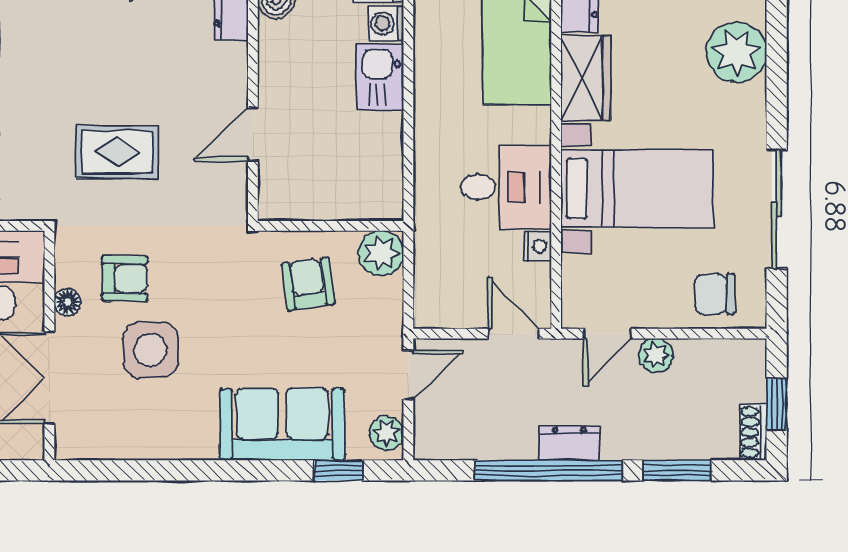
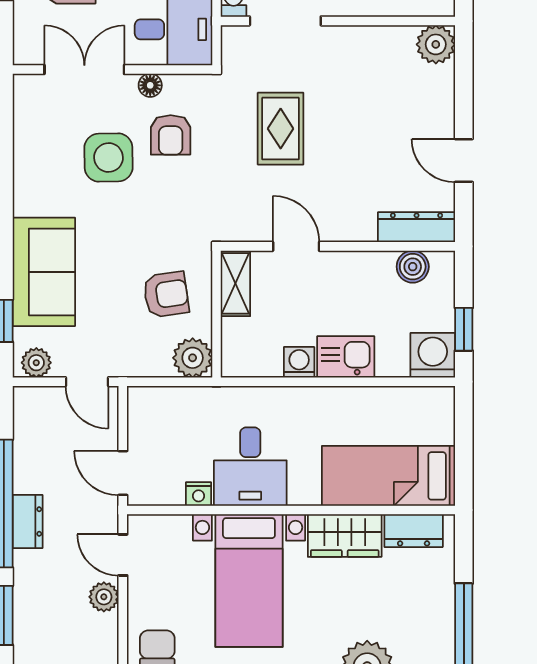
washing machine: (386, 23) -> (299, 362), moved
shelving: (295, 204) -> (235, 283), added
door: (514, 334) -> (123, 473), swing flipped

